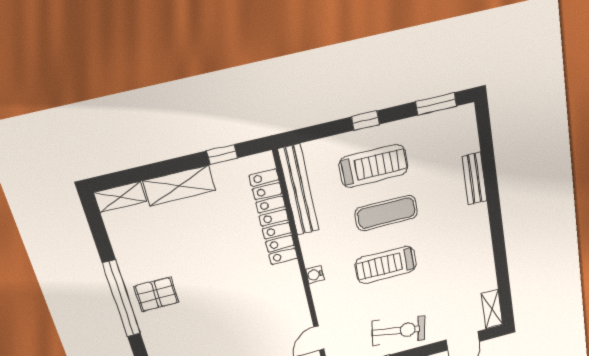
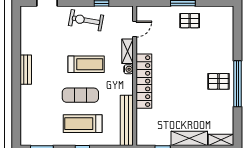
bench: (475, 178) -> (26, 70), moved
locker: (274, 218) -> (144, 81), moved
shelving: (492, 309) -> (127, 51), moved

